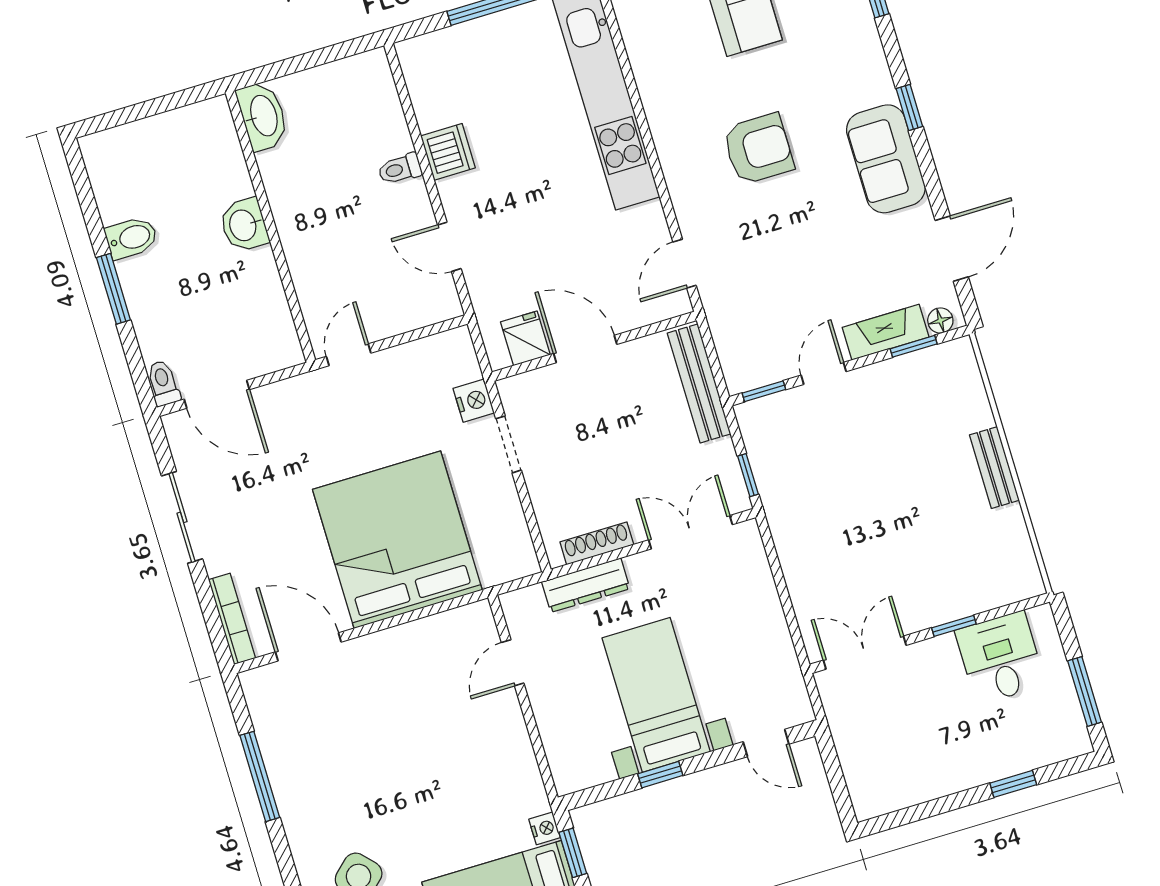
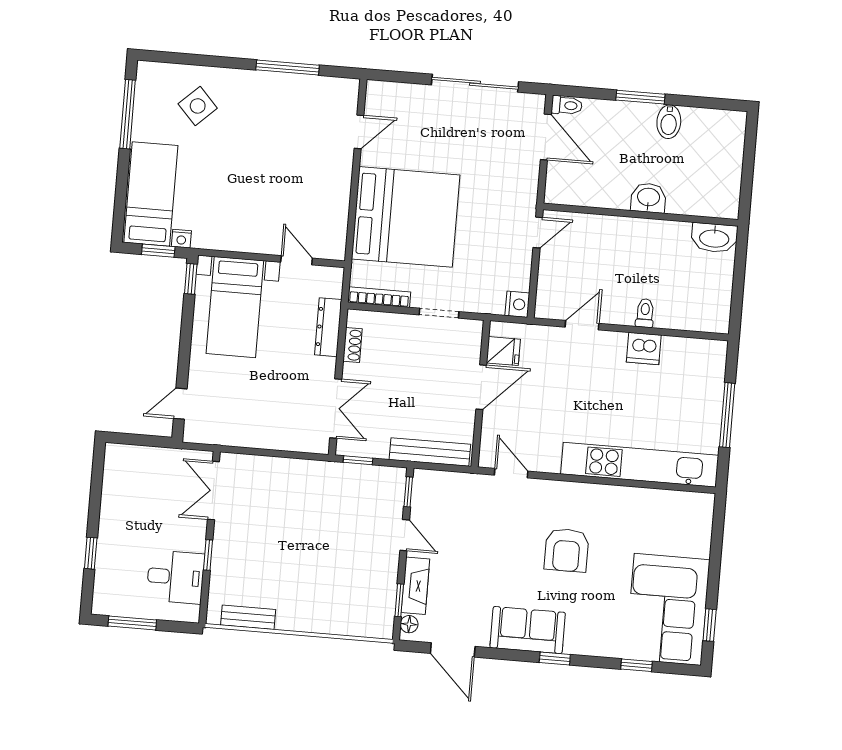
door: (349, 355) -> (538, 233), hinge flipped
door: (217, 394) -> (546, 137), swing flipped
nightstand: (474, 401) -> (517, 304), moved, turned -90
bench: (994, 468) -> (248, 617), moved
sliding door: (182, 517) -> (475, 83), width x1.37
shoe rack: (597, 543) -> (352, 345), width x0.70
bookcase: (232, 619) -> (379, 297), moved, turned 180
door: (308, 647) -> (359, 132), width x0.73
double door: (865, 653) -> (213, 491), swing flipped
bed with nightstands: (656, 695) -> (235, 307), moved, turned 90
window: (660, 775) -> (191, 279), moved

